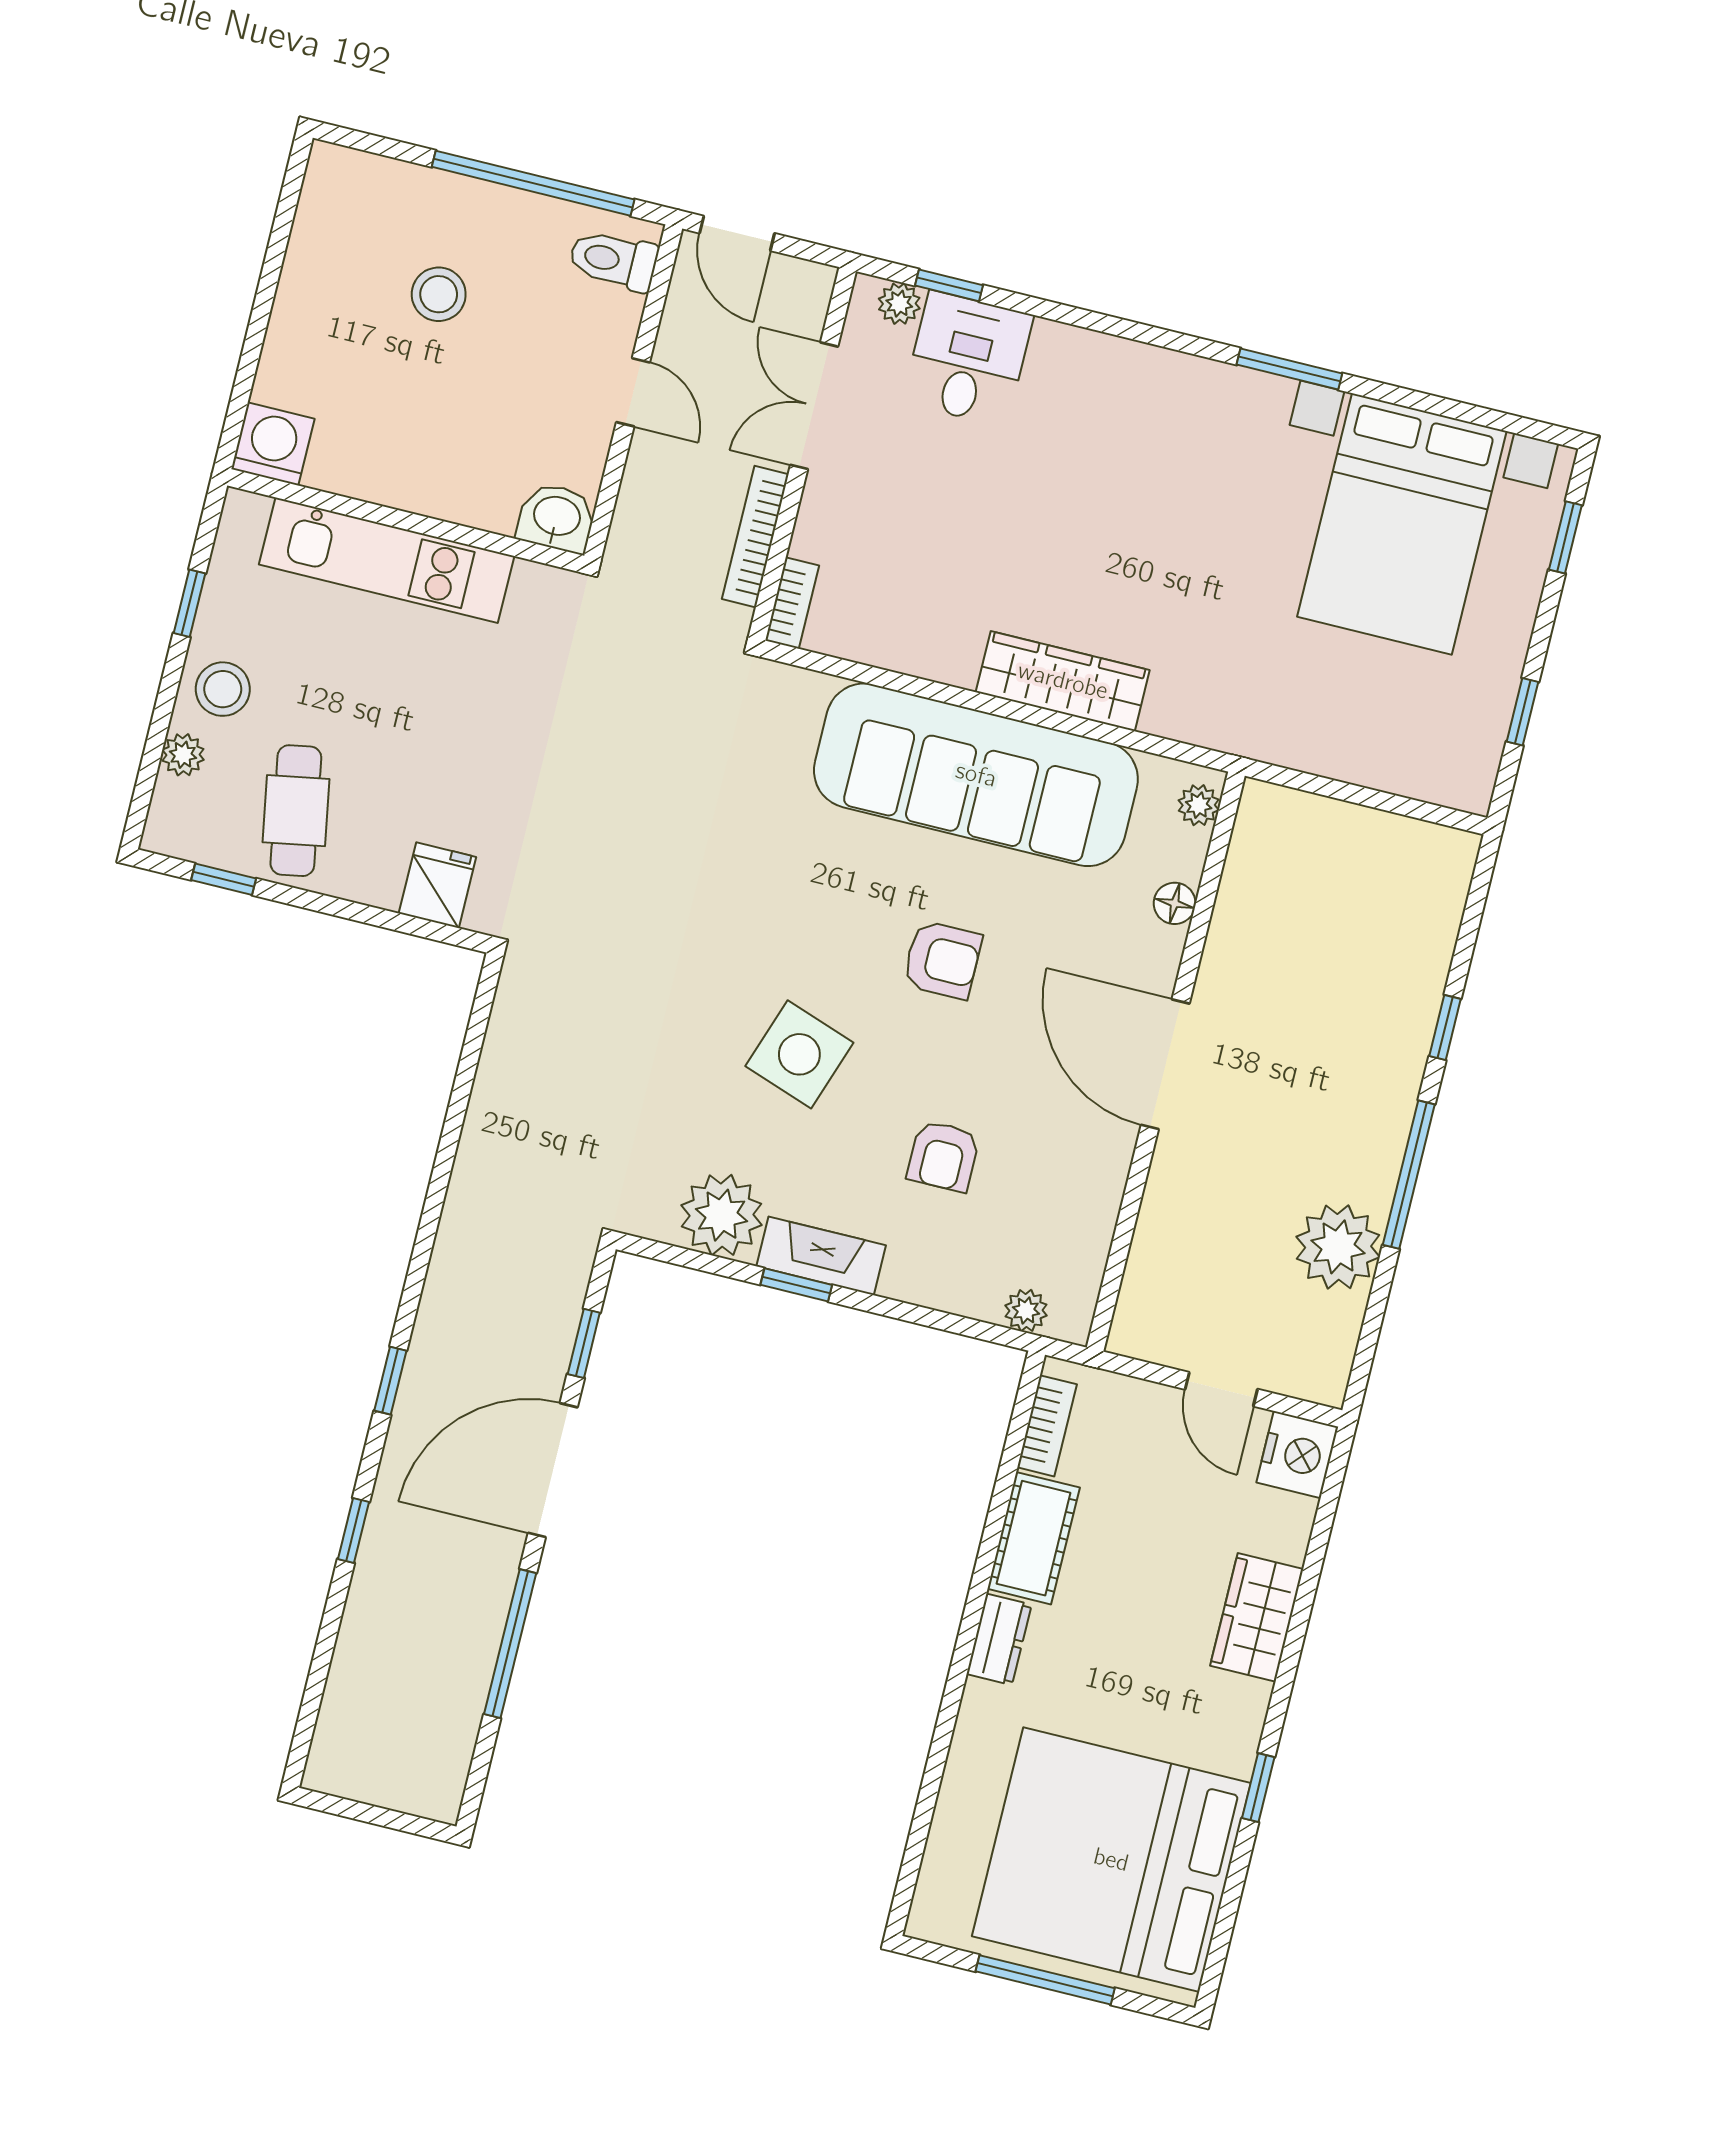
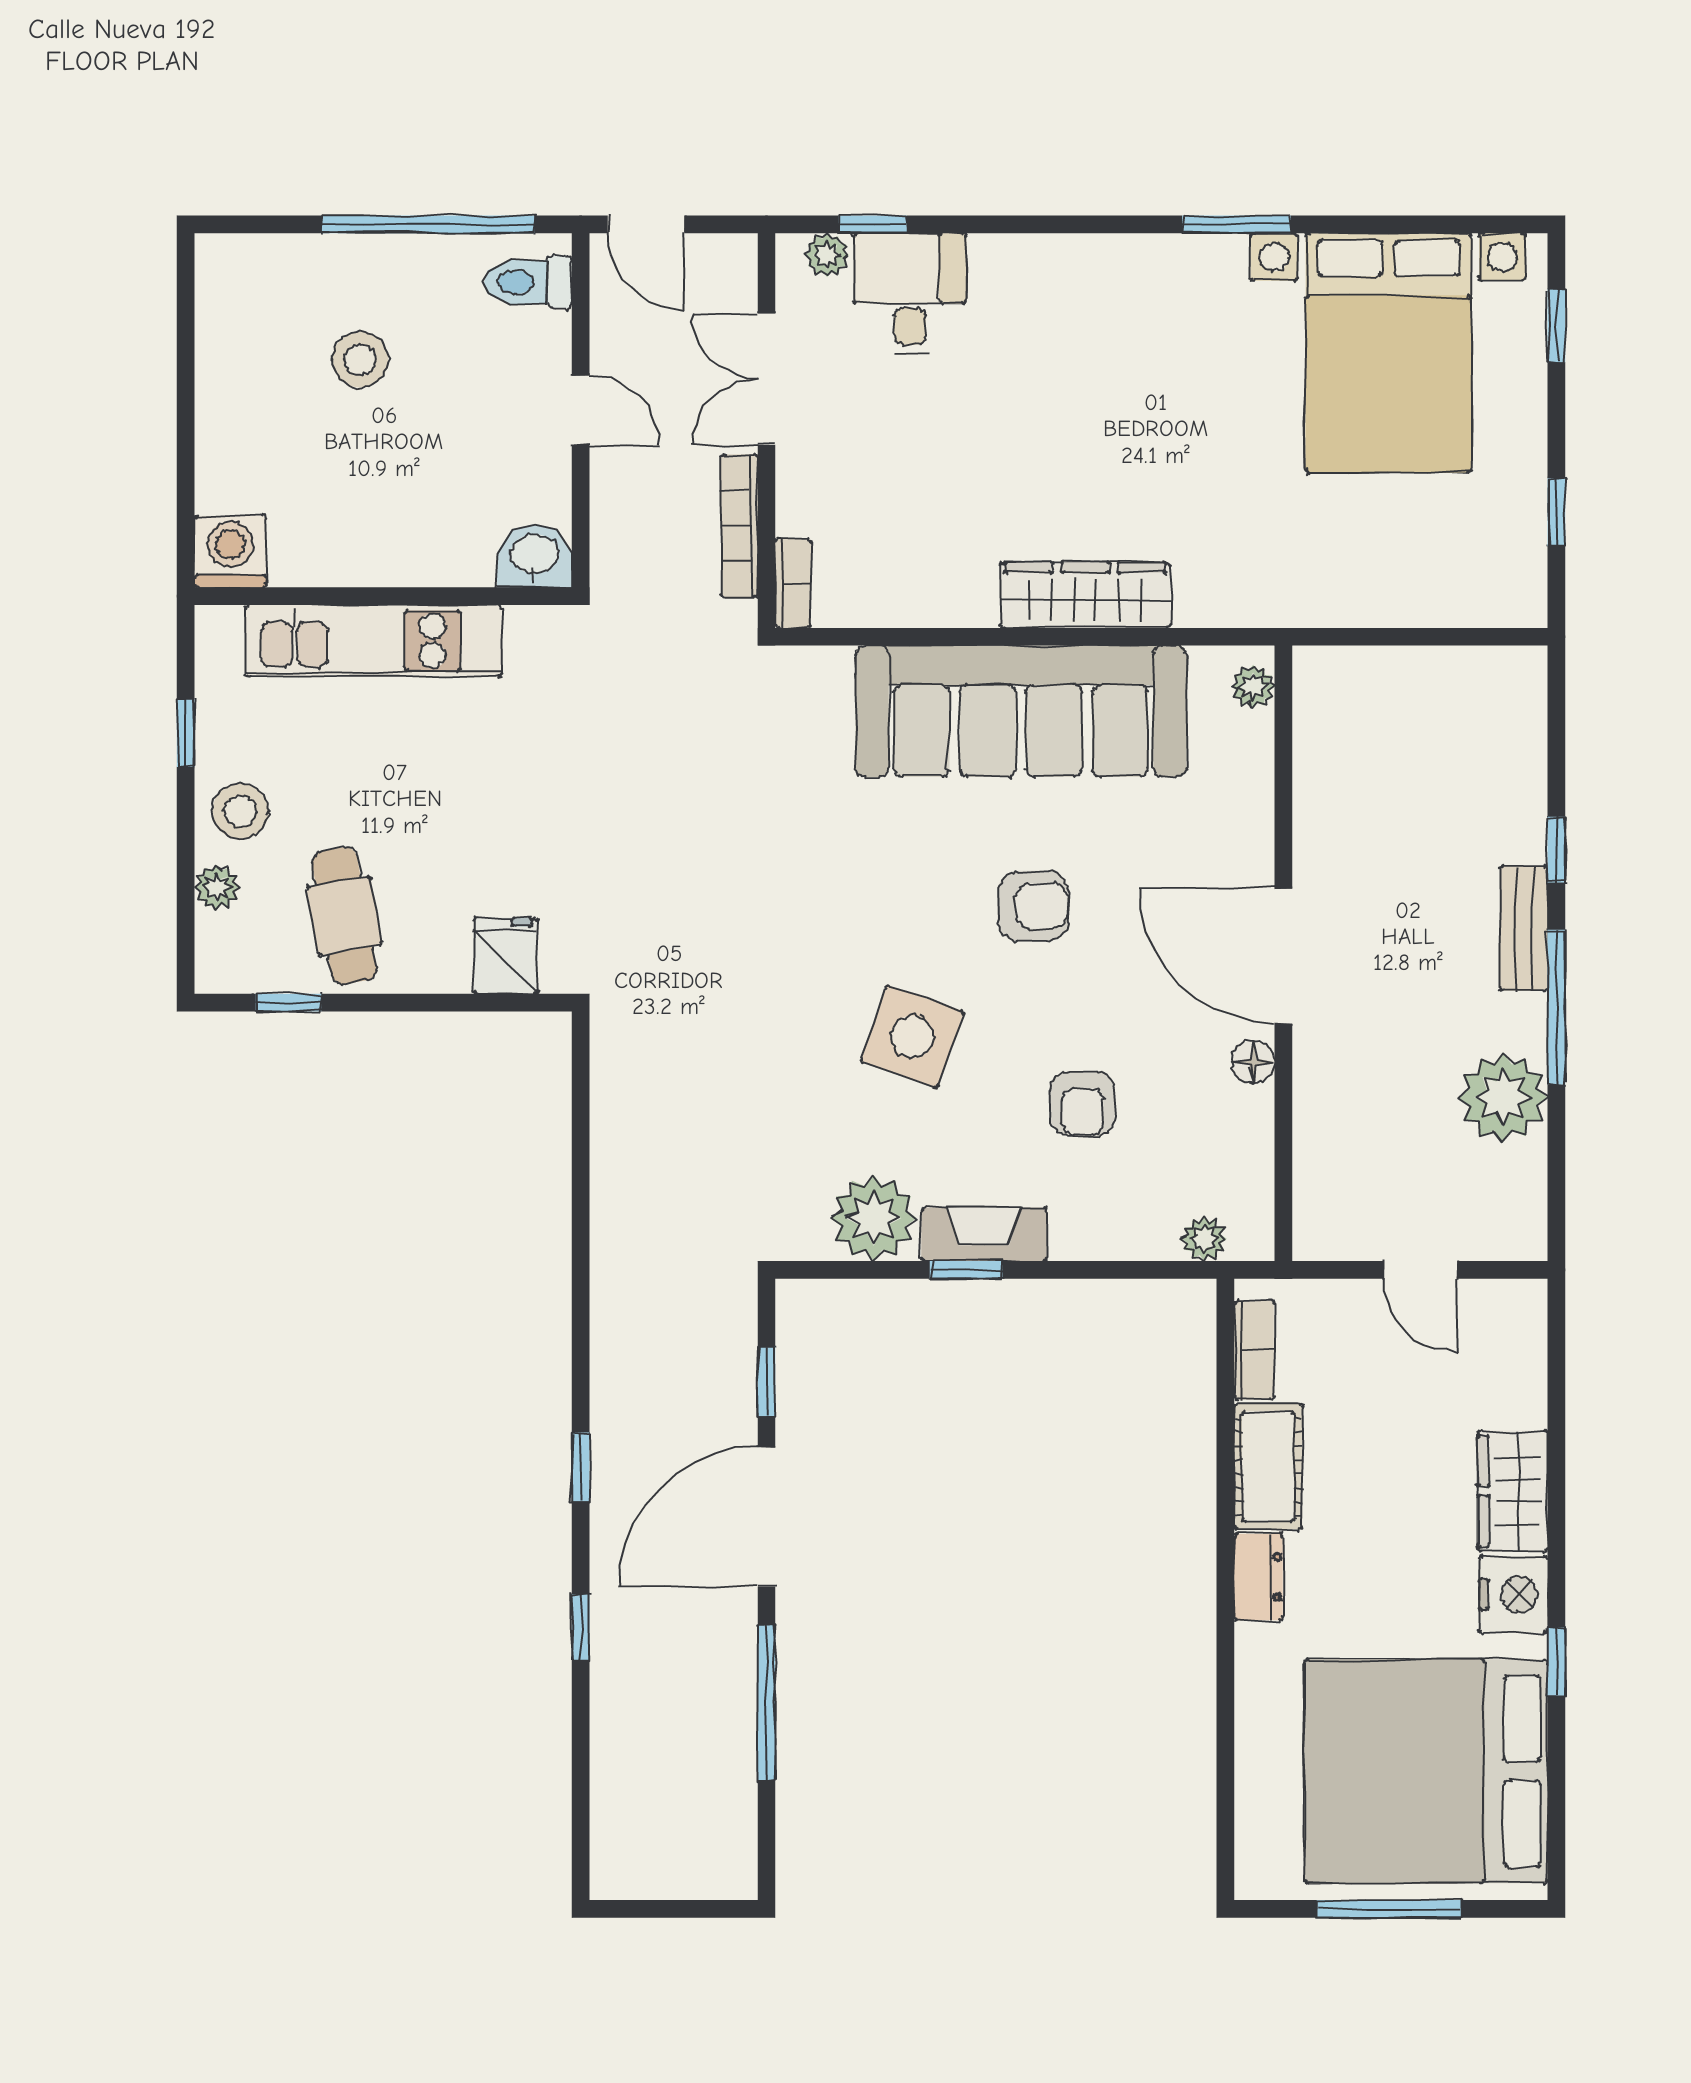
floor lamp: (1175, 903) -> (1253, 1062), moved
bench: (1396, 1094) -> (1524, 928), added
nightstand: (1297, 1455) -> (1513, 1594), moved

